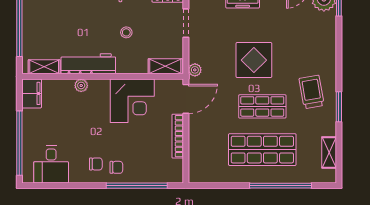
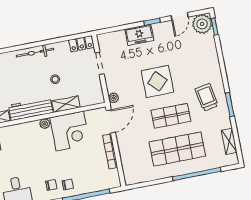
shelving: (165, 66) -> (66, 104), moved
plant: (81, 85) -> (45, 124), moved

